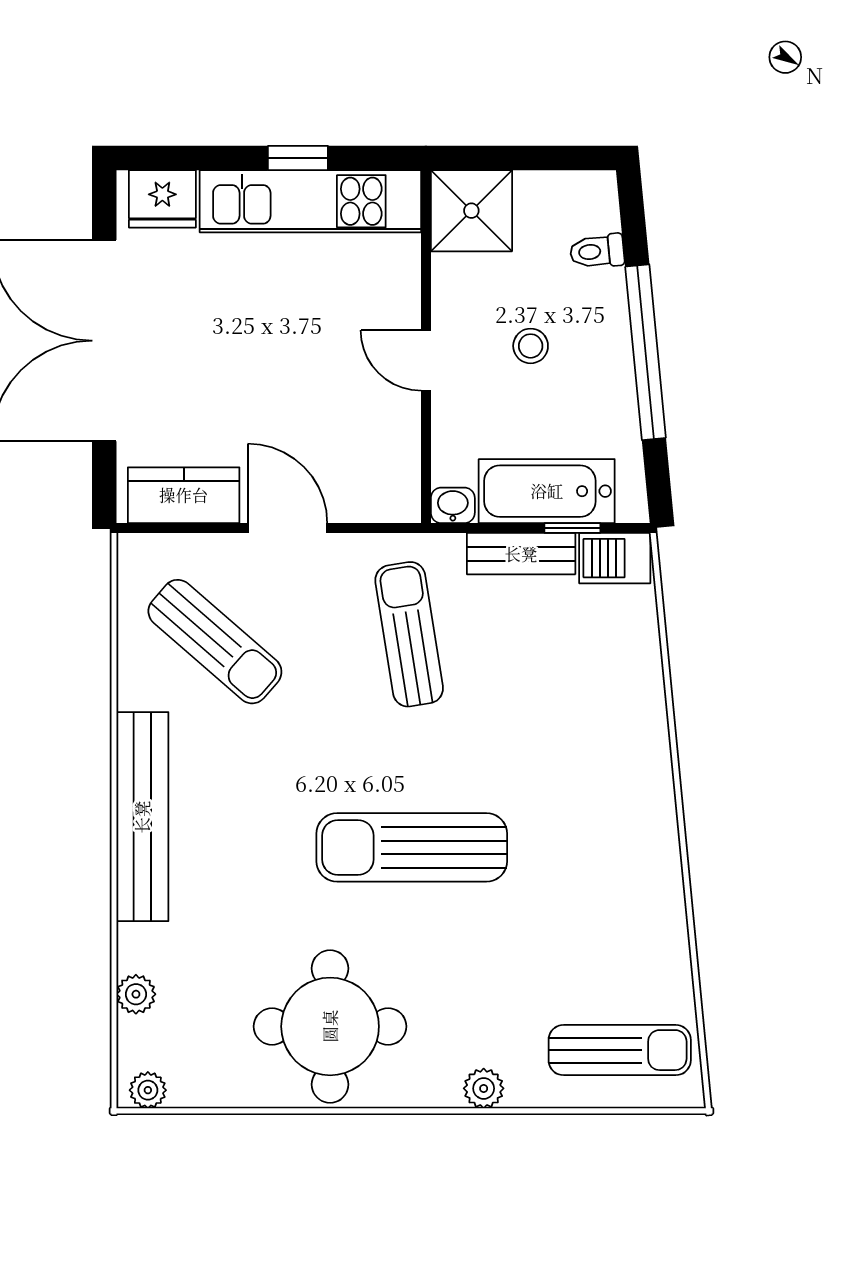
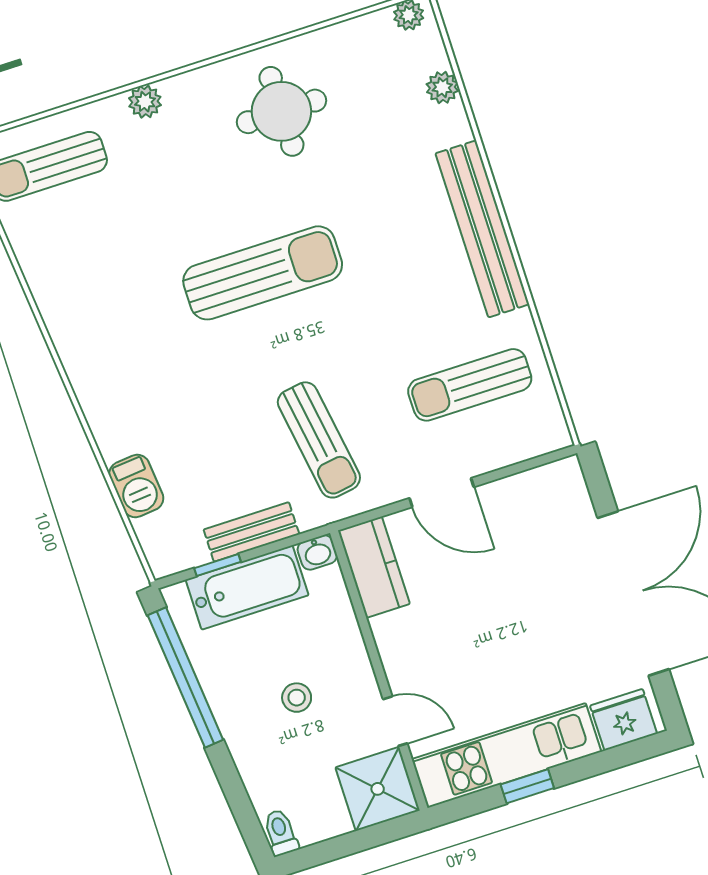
toilet: (597, 251) -> (281, 832), moved, turned -85
window: (646, 352) -> (185, 678), moved
door: (426, 360) -> (395, 721), moved
kitchen counter: (184, 495) -> (374, 567), moved, turned -90
barbecue: (615, 558) -> (136, 486), moved, turned 85
sun lounger: (215, 642) -> (470, 385), turned -41
round table: (330, 1026) -> (281, 111), width x0.73, depth x0.73

